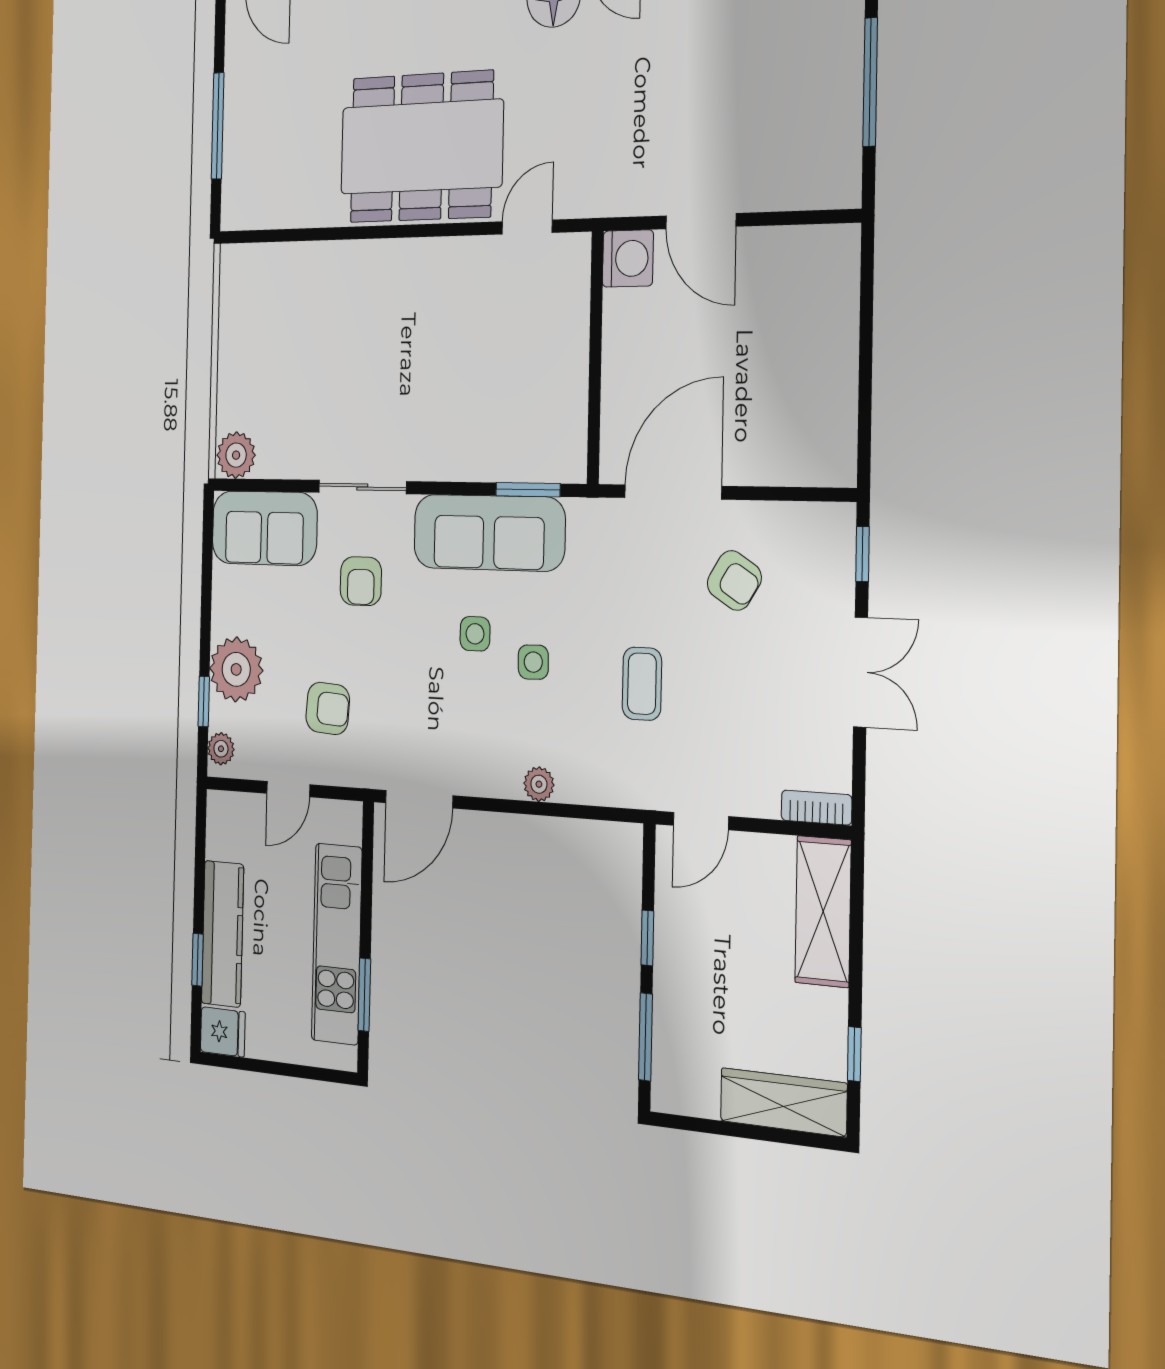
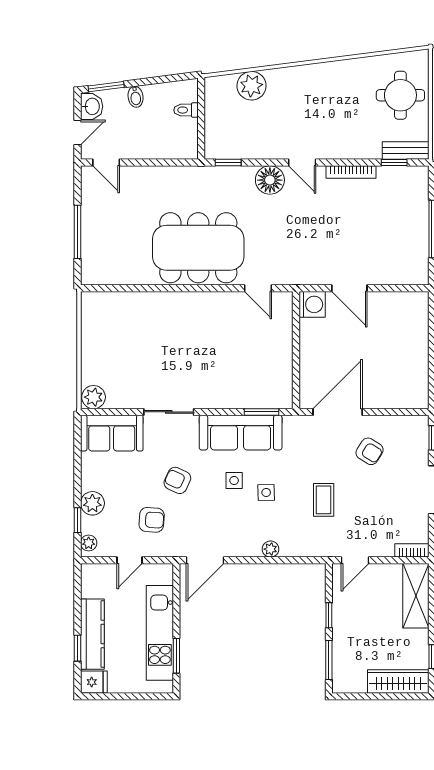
door: (527, 227) -> (258, 288), swing flipped
armchair: (361, 581) -> (177, 480), moved, turned 115
plant: (236, 669) -> (92, 503), width x0.73, depth x0.73

